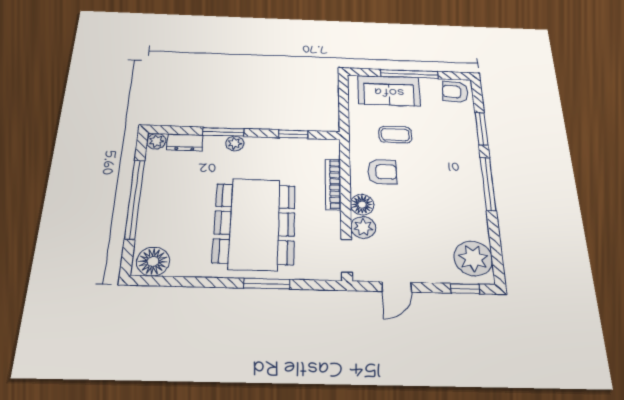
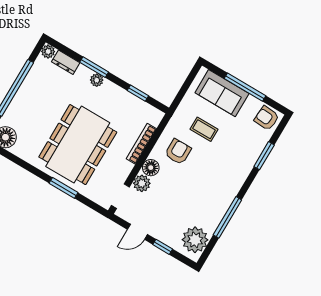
armchair: (382, 172) -> (178, 152), turned -90
window: (488, 184) -> (227, 217), moved
window: (465, 289) -> (163, 247), moved

